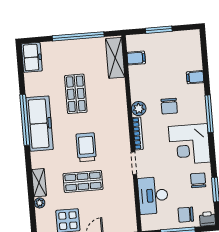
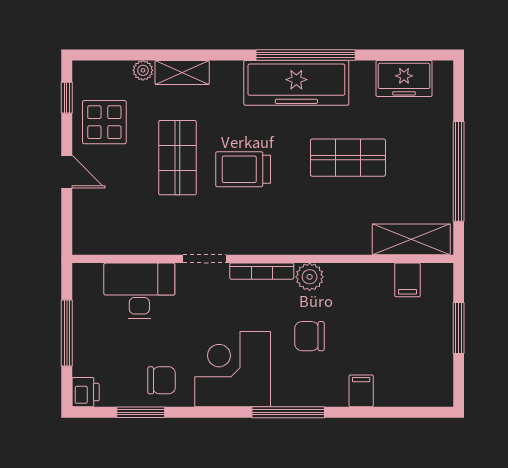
freezer: (32, 57) -> (404, 78), moved
trolley: (86, 147) -> (243, 169), turned 180
chair: (186, 215) -> (97, 351), removed

